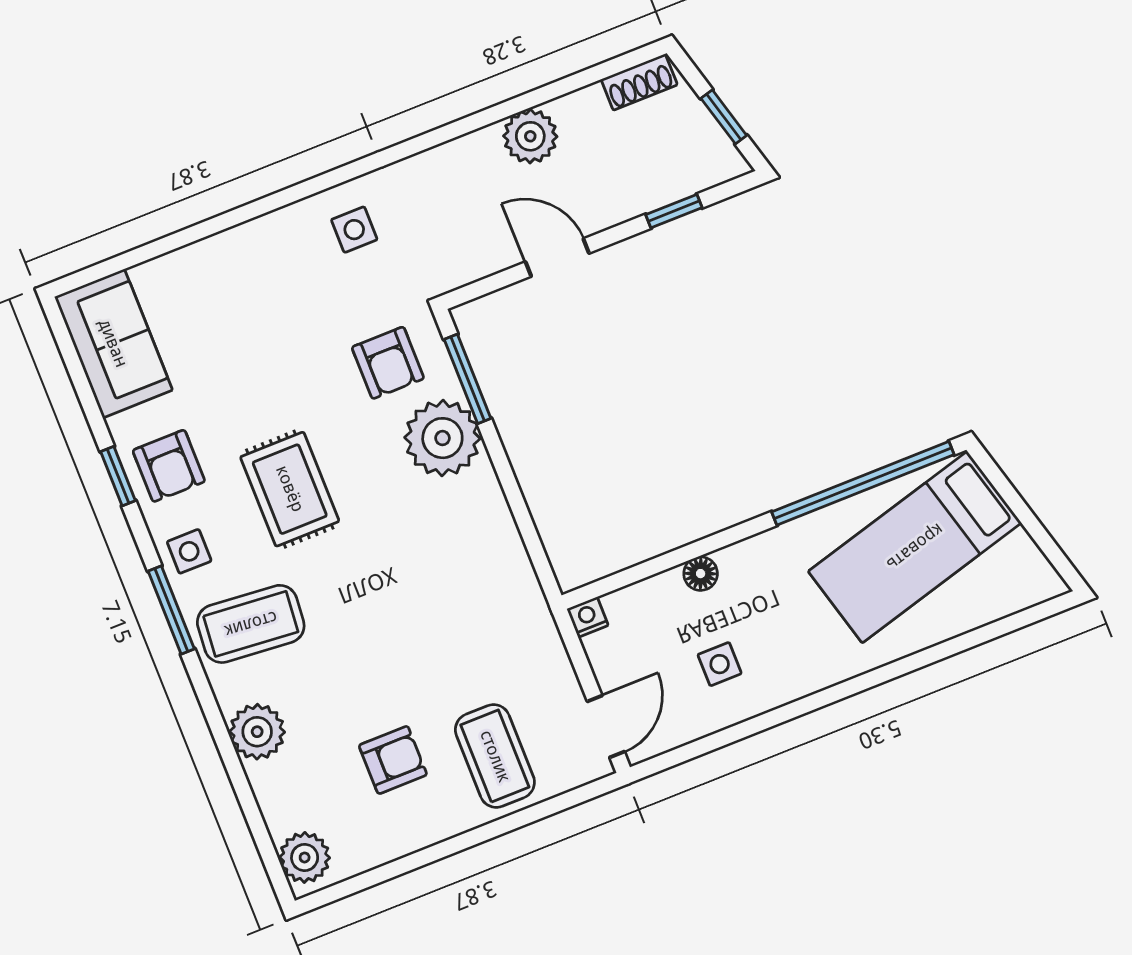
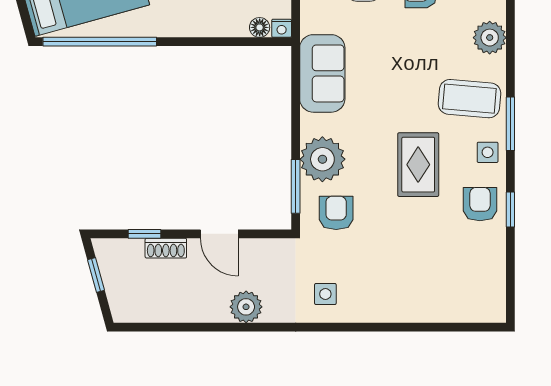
shoe rack: (639, 82) -> (166, 248), moved, turned 180
plant: (530, 136) -> (246, 307), moved
sofa: (113, 343) -> (322, 73), moved, turned 180
floor lamp: (701, 574) -> (260, 27), moved

